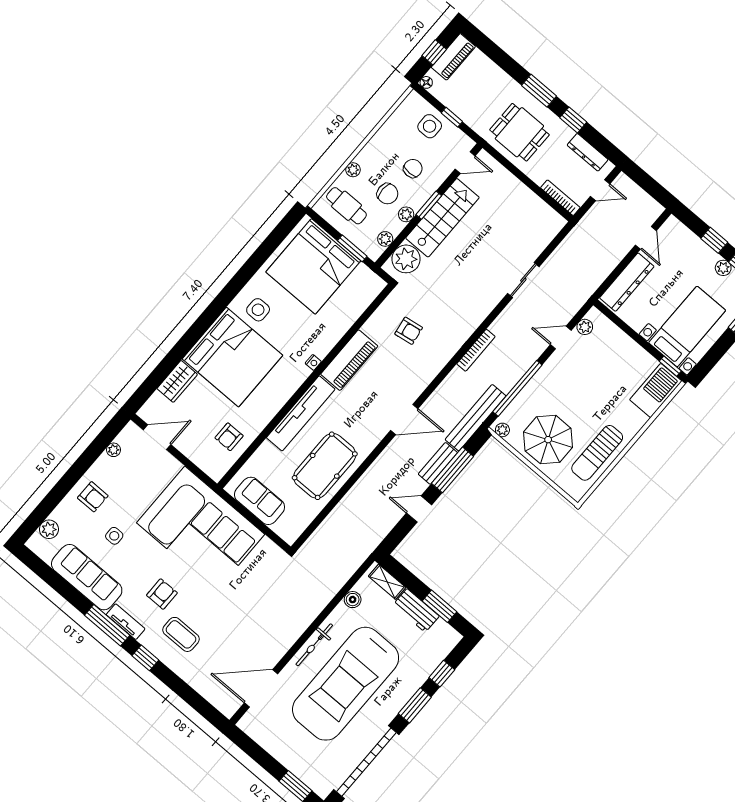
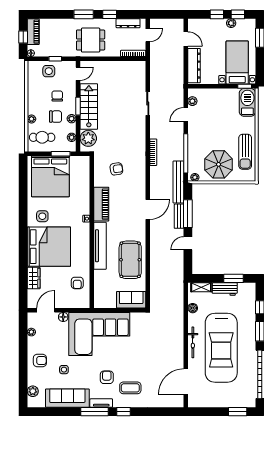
floor lamp: (172, 466) -> (63, 317), added
sofa: (260, 501) -> (131, 300), moved

